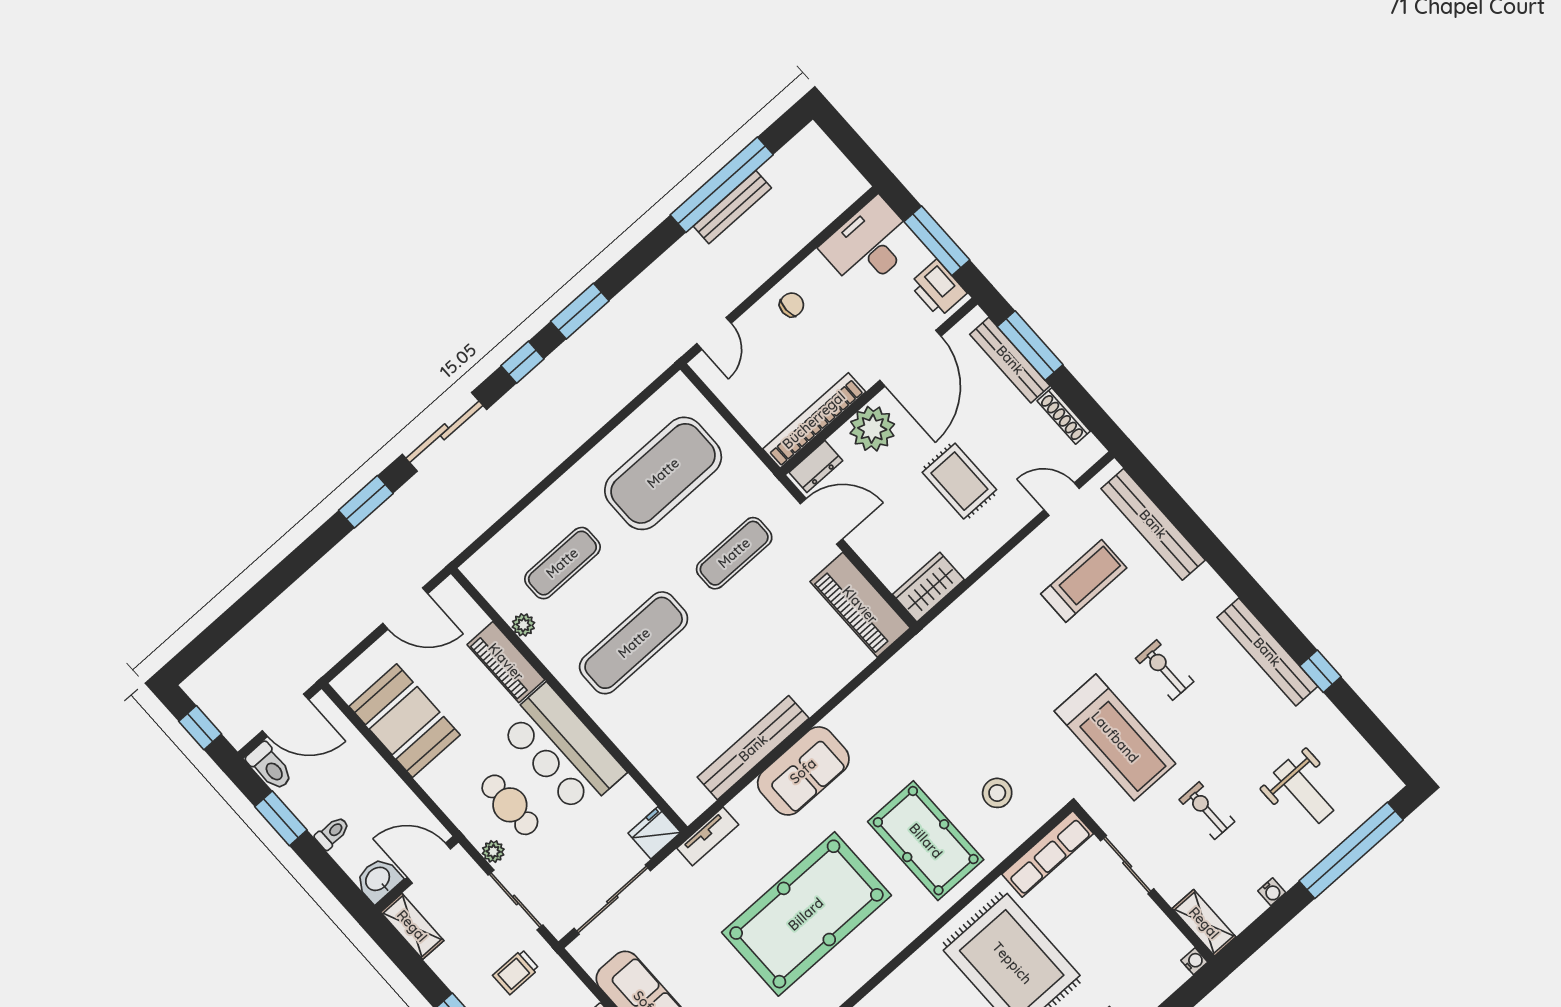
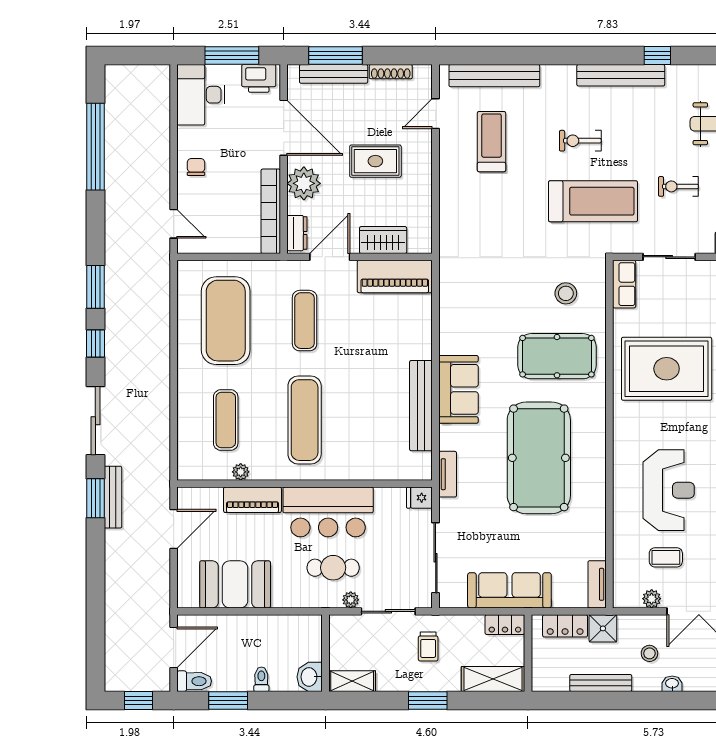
bench: (732, 207) -> (113, 497), moved
wardrobe: (928, 587) -> (383, 240), moved, turned 90
fridge: (654, 833) -> (419, 498), width x0.72
row of seats: (1048, 854) -> (624, 284), width x0.68
door: (429, 863) -> (325, 641), removed

